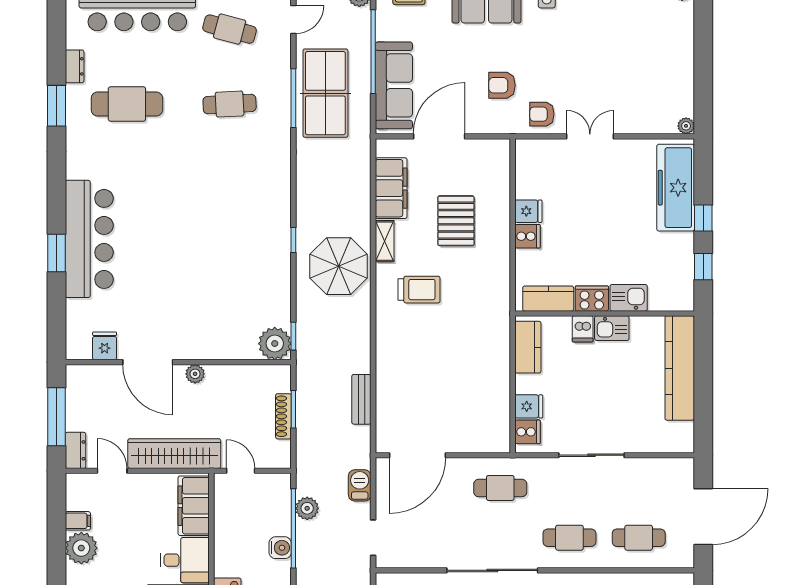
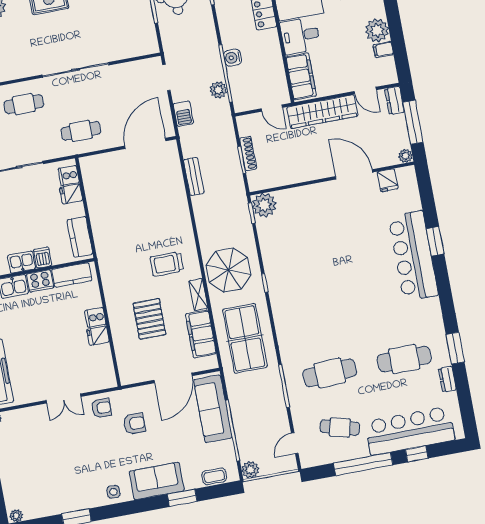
table tennis table: (325, 93) -> (245, 338), moved
cafe table: (230, 104) -> (330, 373), width x1.37, depth x1.35
plant: (195, 374) -> (405, 156), moved

